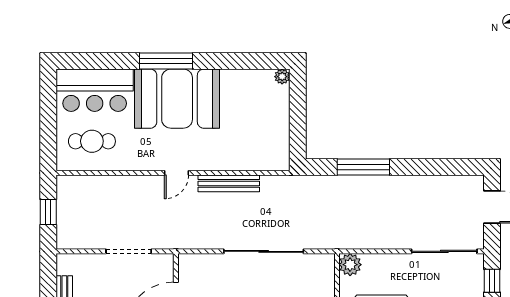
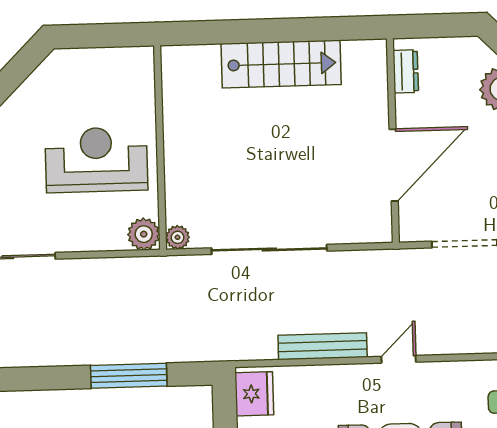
fridge: (277, 152) -> (254, 394), added
plant: (327, 262) -> (178, 237), added

